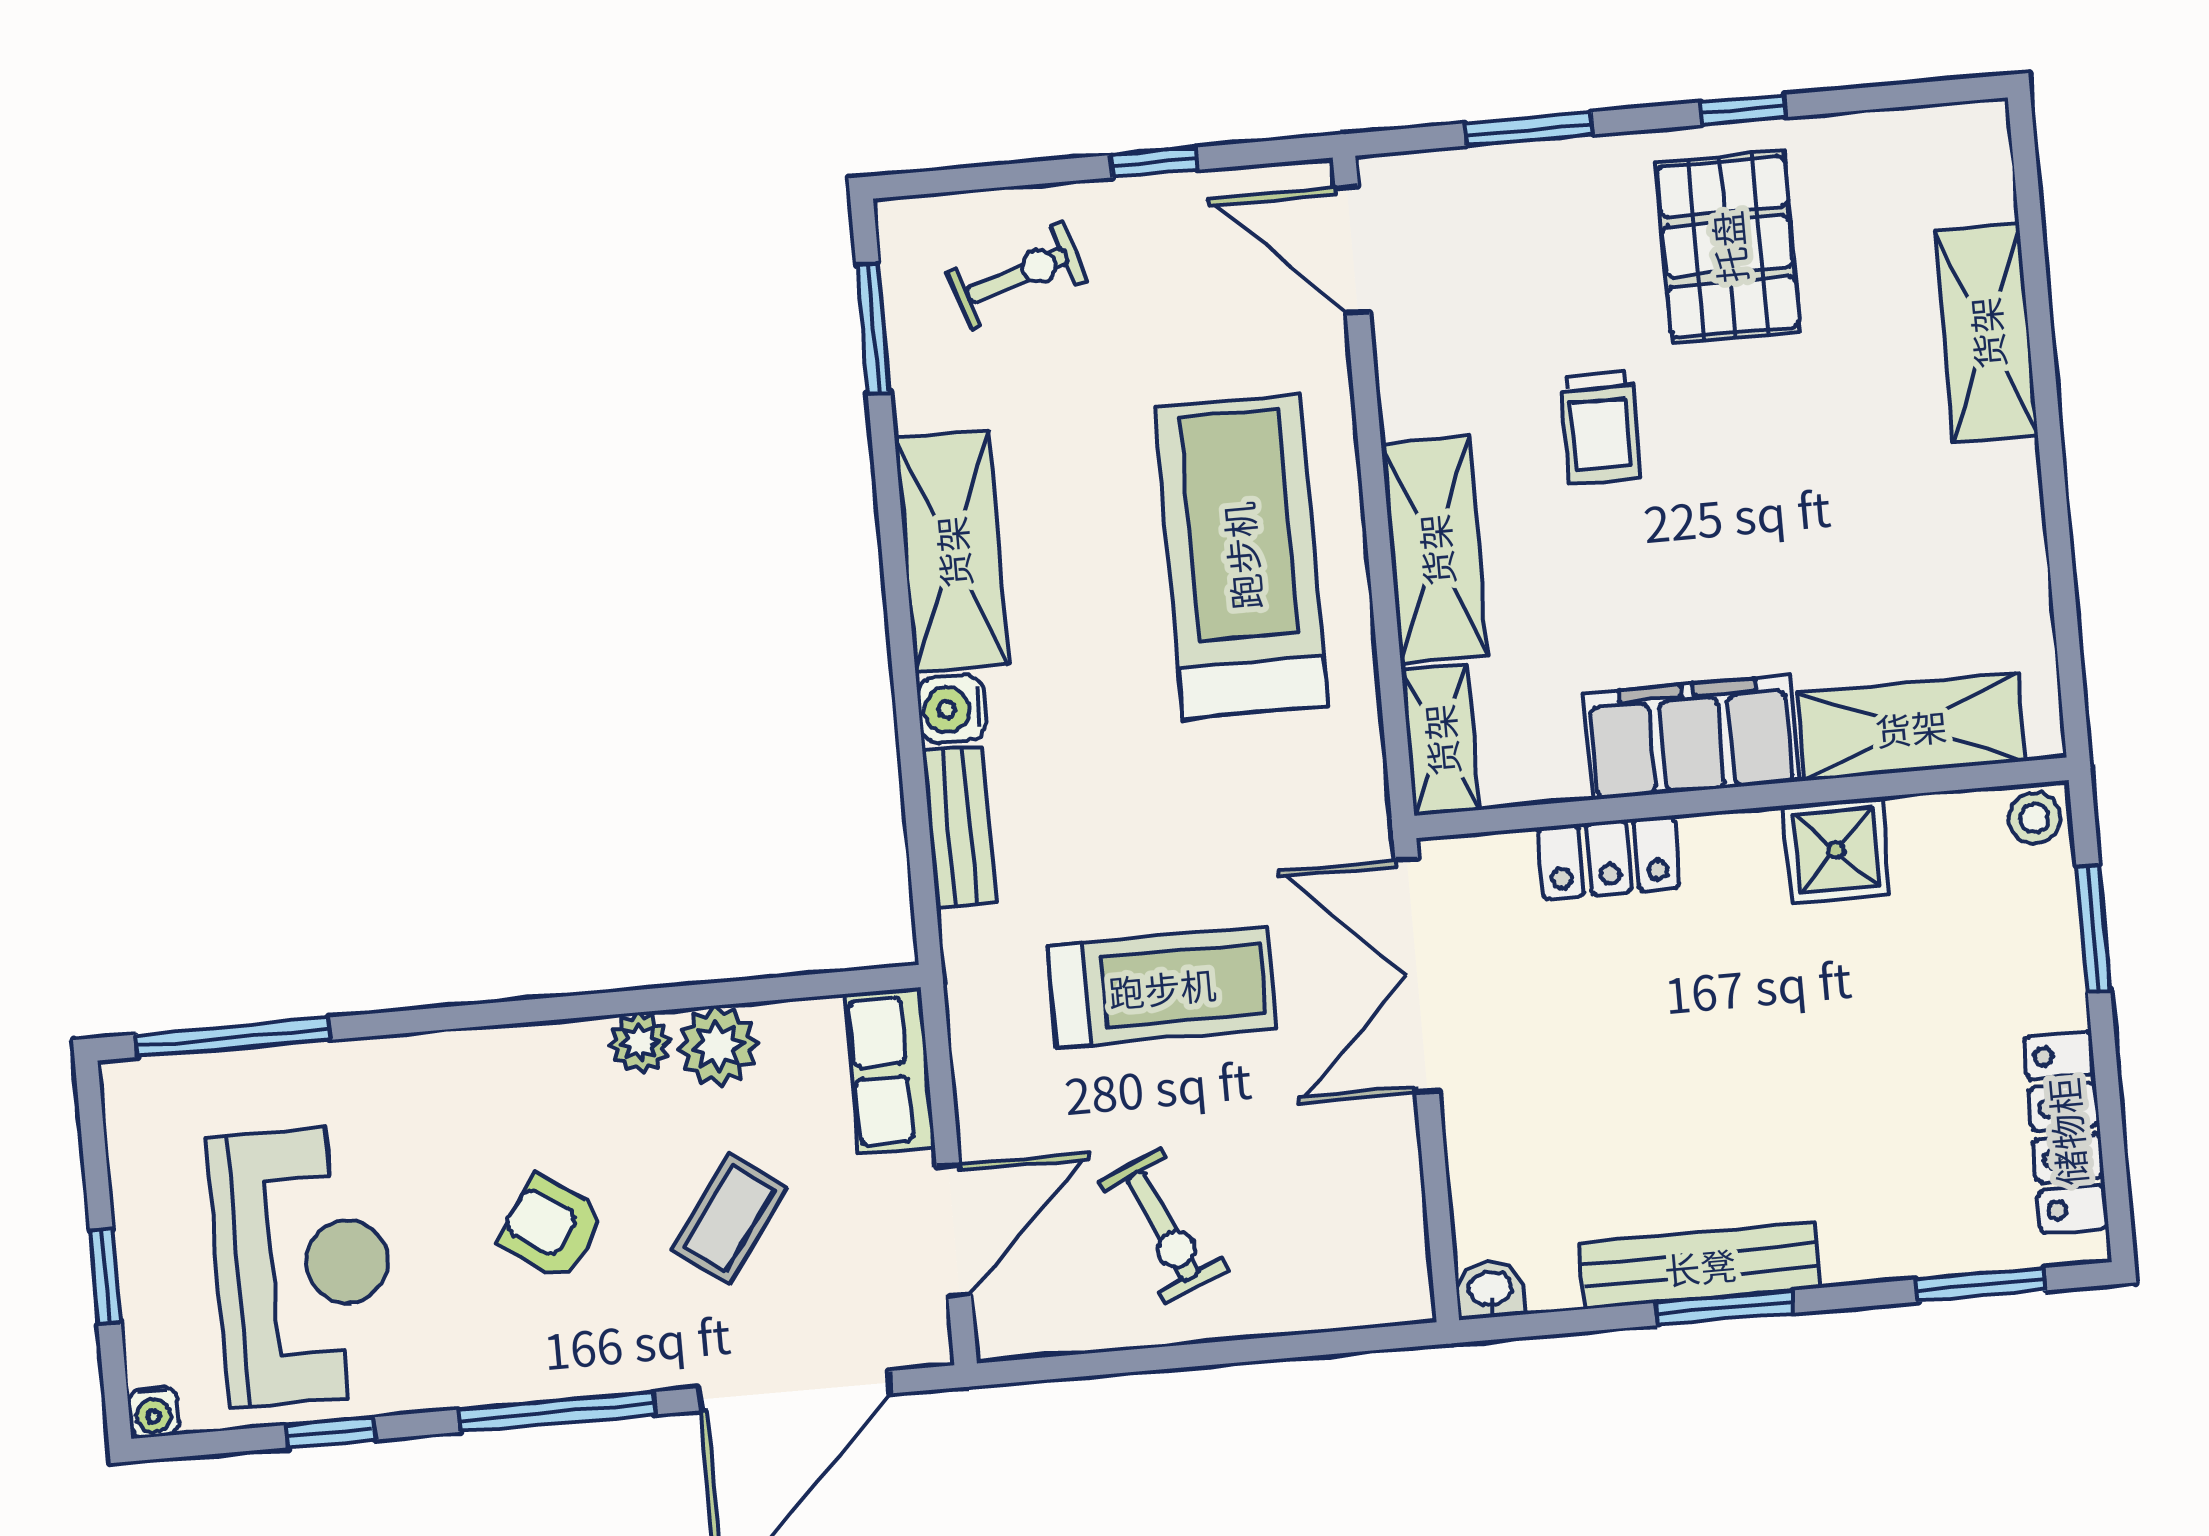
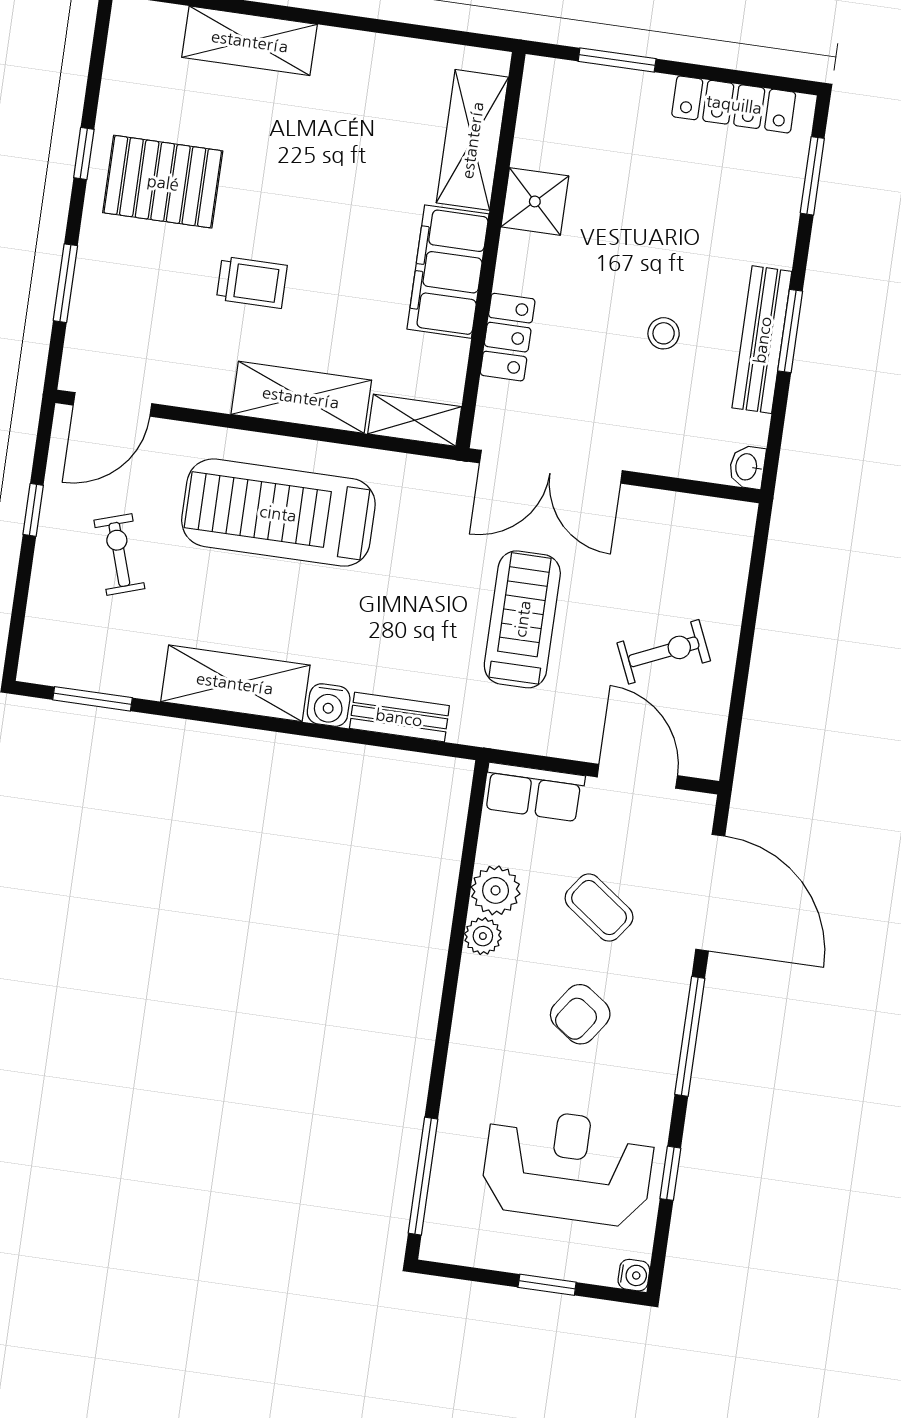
exercise bike: (1017, 276) -> (119, 554), moved
stool: (2035, 818) -> (664, 333), moved

